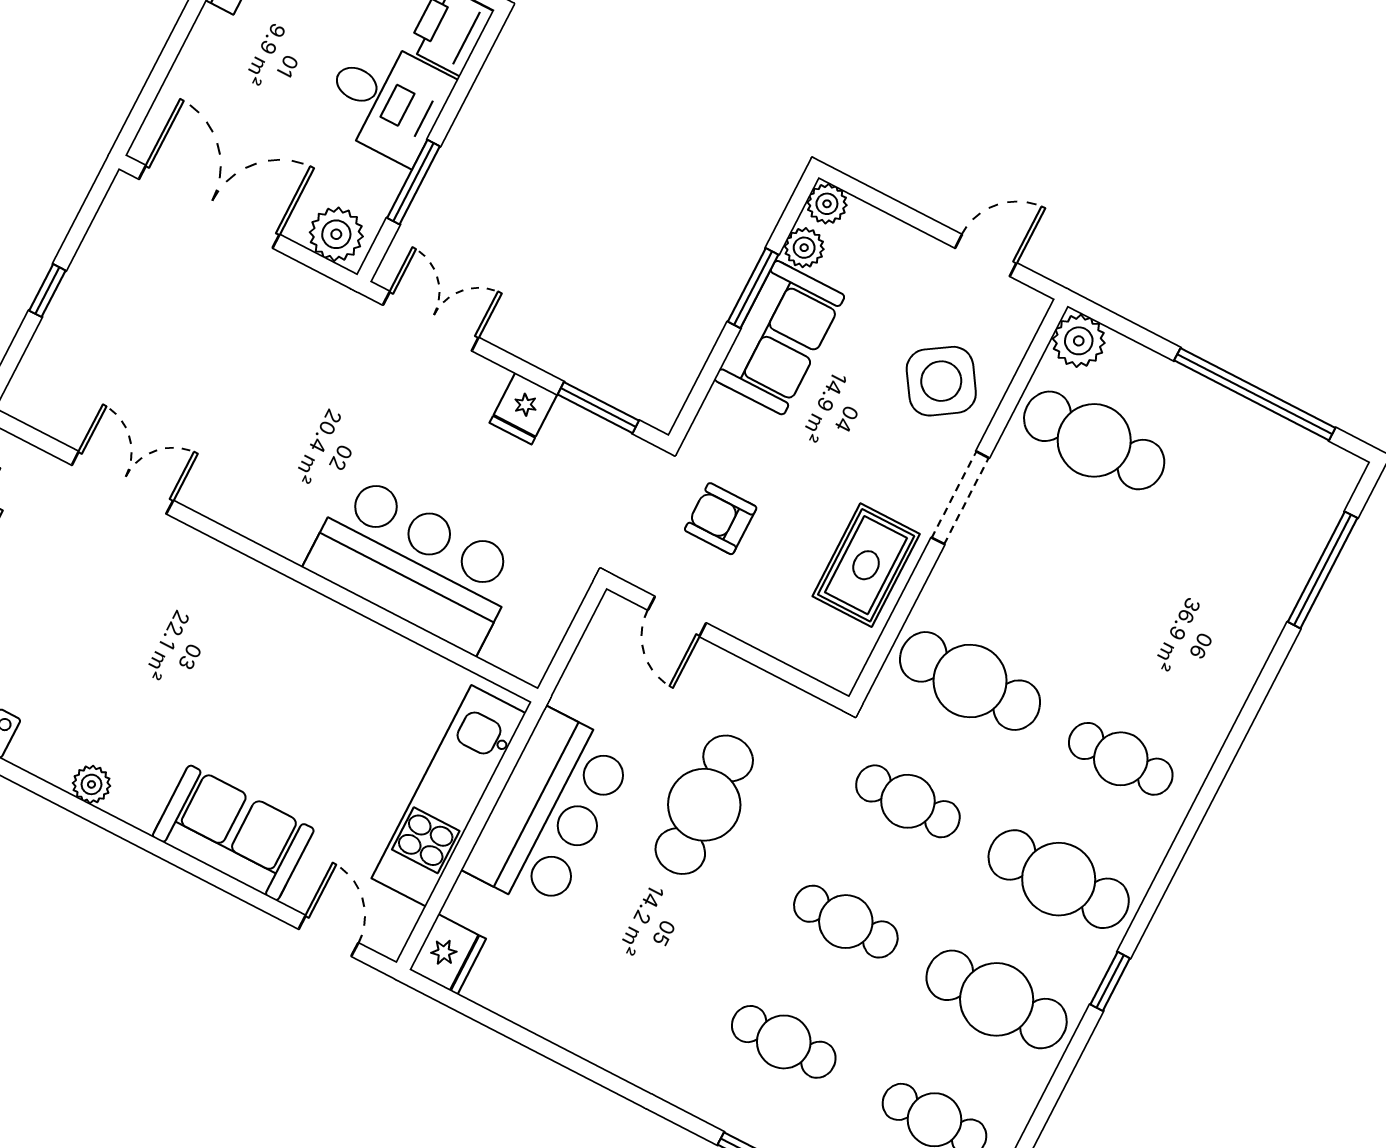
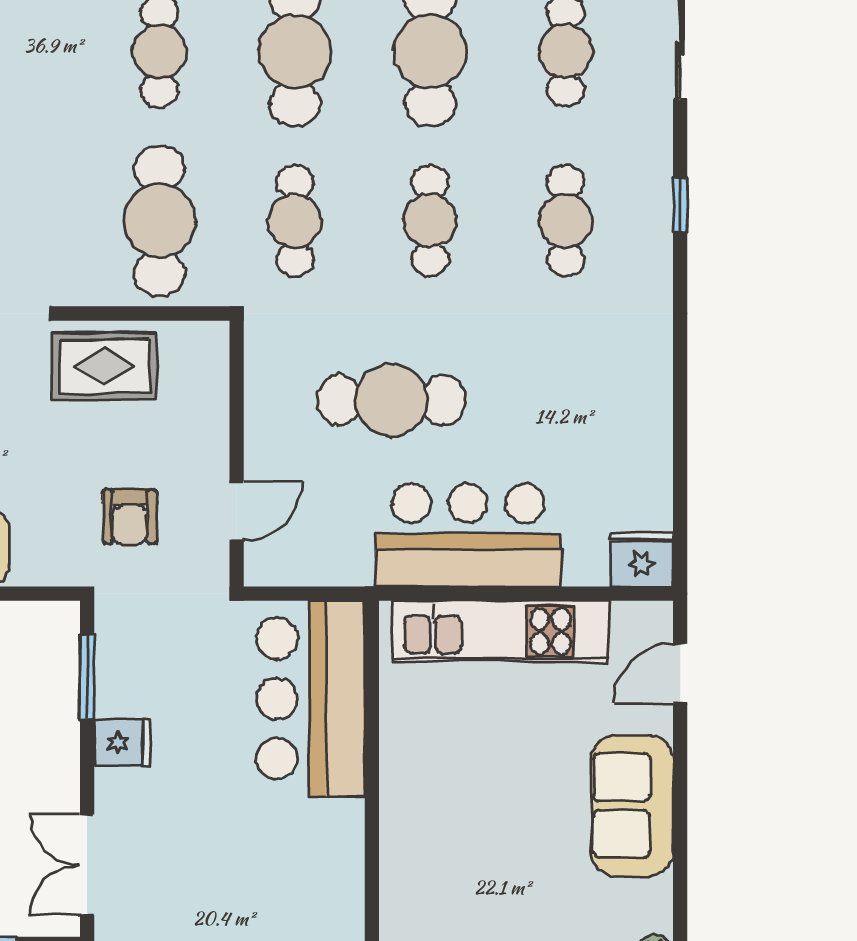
bar counter: (414, 564) -> (311, 698), moved

